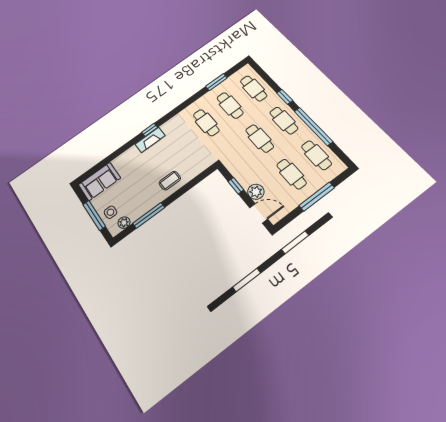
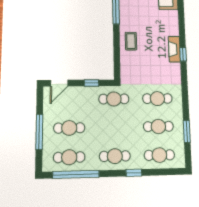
window: (313, 126) -> (76, 174), moved
cafe table: (260, 138) -> (114, 99), moved
plant: (256, 192) -> (76, 93), removed

